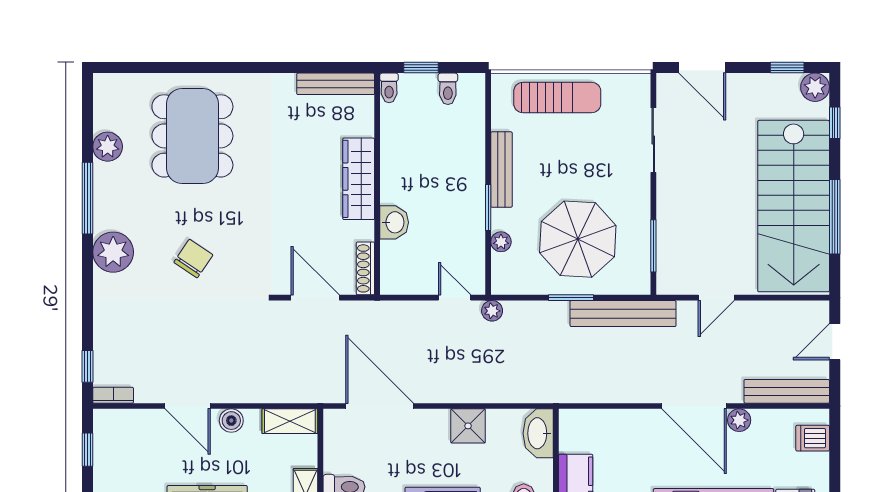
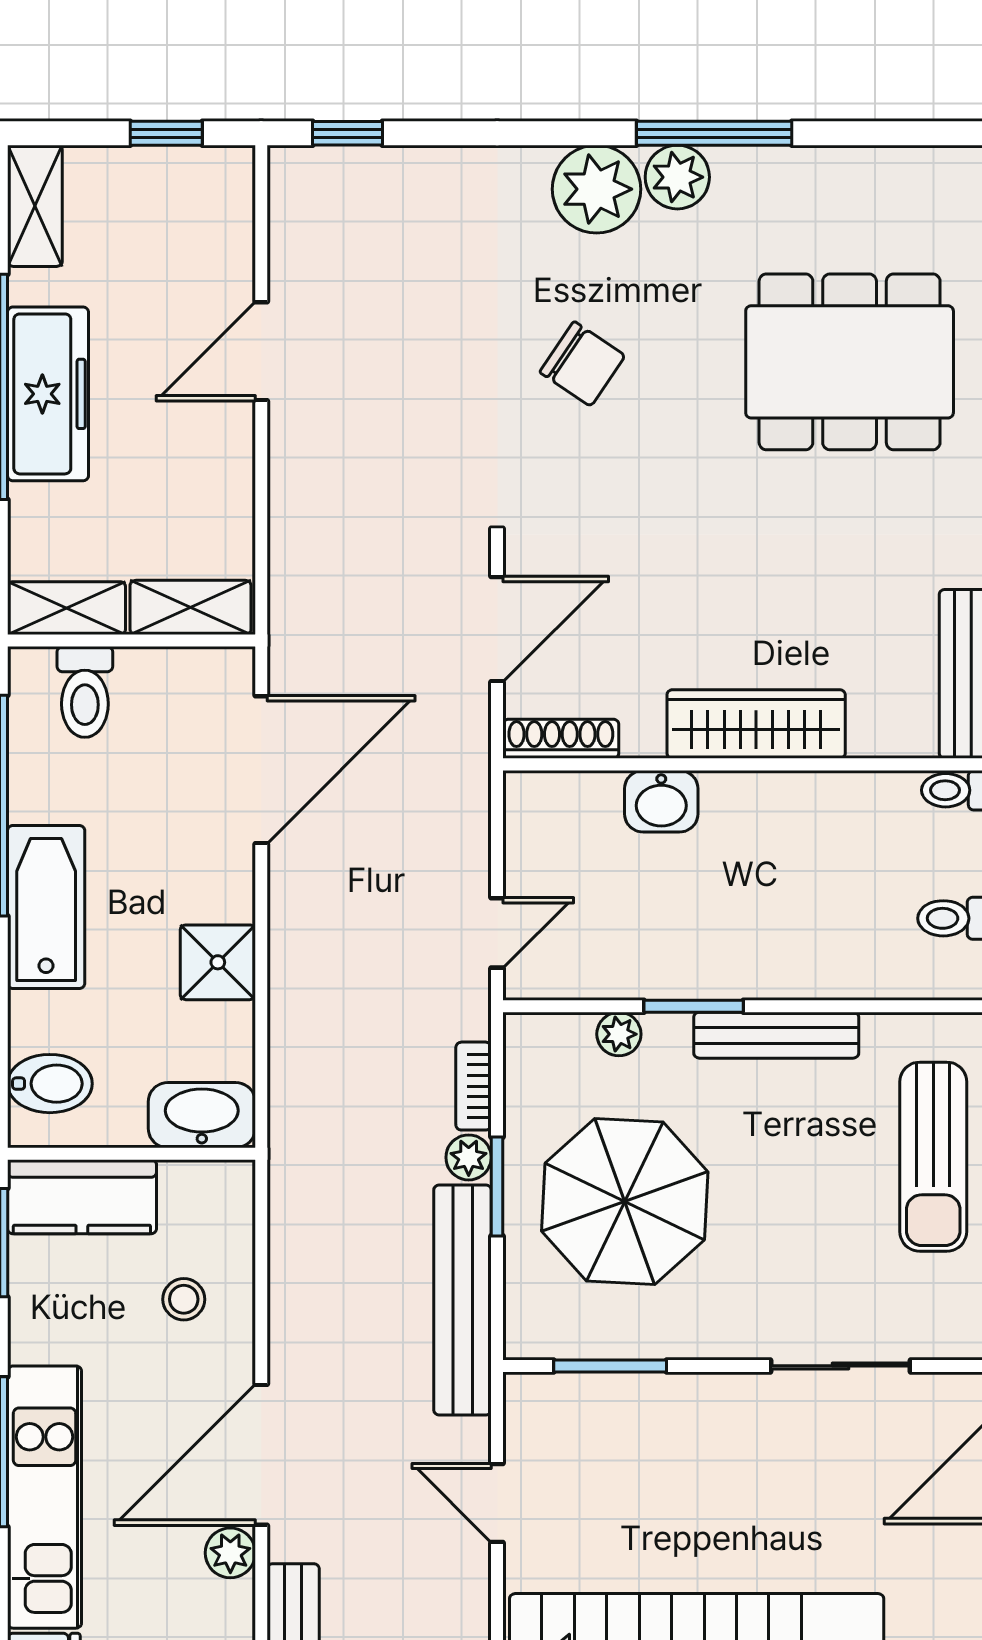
plant: (108, 147) -> (677, 177), moved
plant: (492, 311) -> (469, 1157), moved
bookcase: (113, 395) -> (474, 1086), moved, turned 180
boiler: (231, 421) -> (229, 447), removed
shelving: (290, 421) -> (191, 607), moved, turned 90
stool: (623, 442) -> (184, 1299), added

